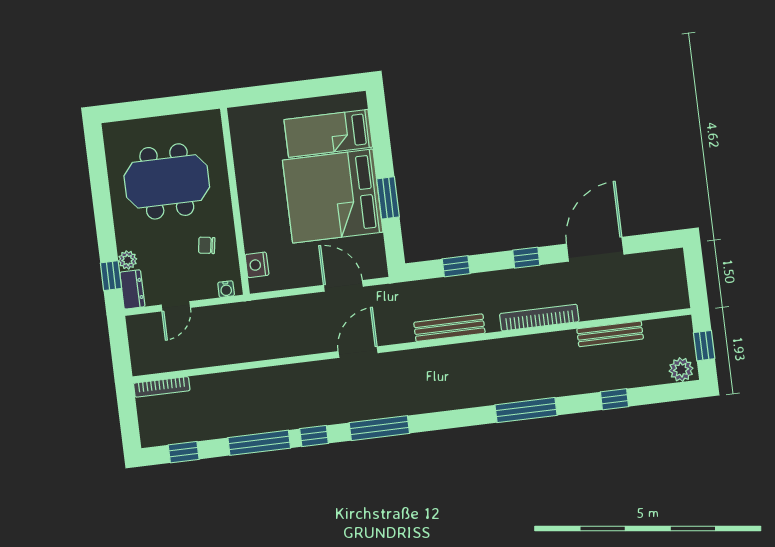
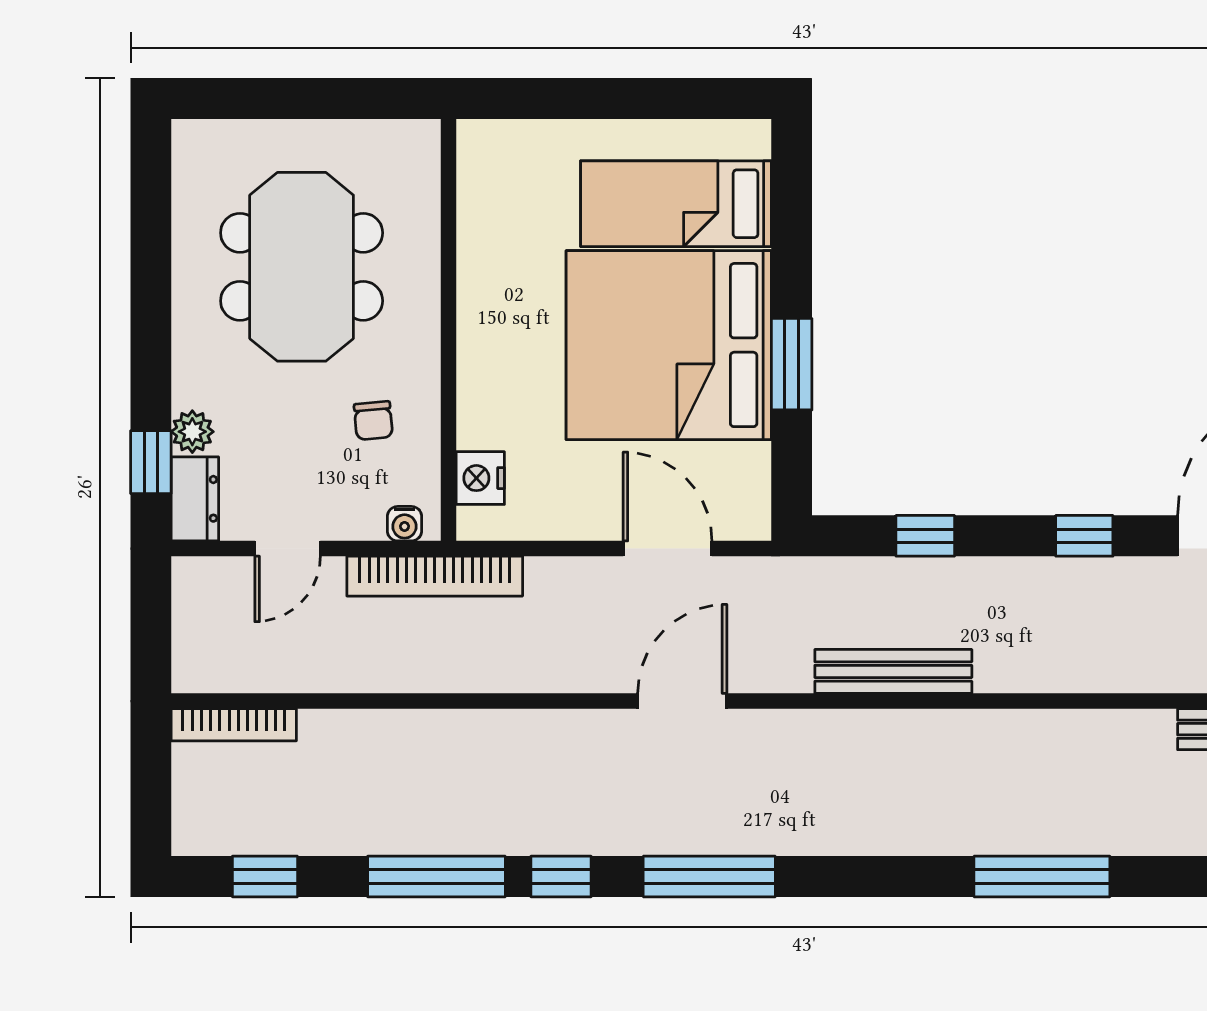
meeting table: (167, 181) -> (302, 267), turned 90
chair: (207, 245) -> (373, 421), turned -104
bookcase: (539, 318) -> (435, 576), moved, turned 180

